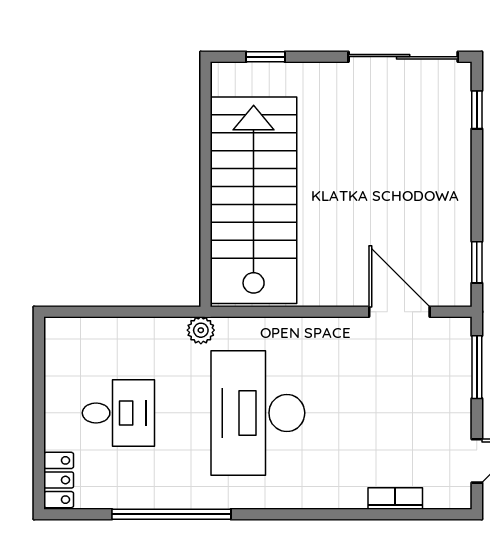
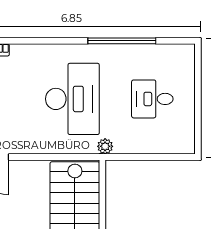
locker: (59, 480) -> (187, 61), removed

